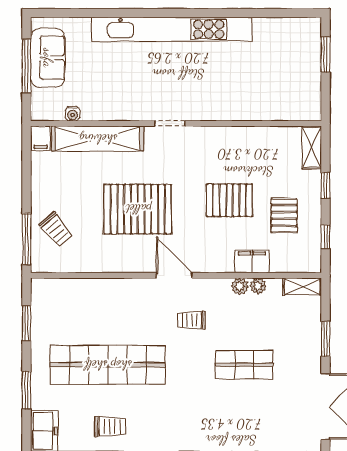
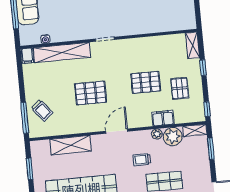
pallet: (138, 209) -> (90, 93), width x0.73, depth x0.71
window: (325, 237) -> (207, 109), moved
door: (174, 275) -> (117, 131), hinge flipped
plant: (258, 286) -> (173, 137), width x1.88, depth x1.88
shelving: (97, 291) -> (71, 145), added
trolley: (191, 320) -> (142, 160), moved
window: (325, 339) -> (211, 149), moved

